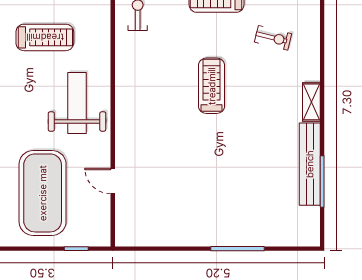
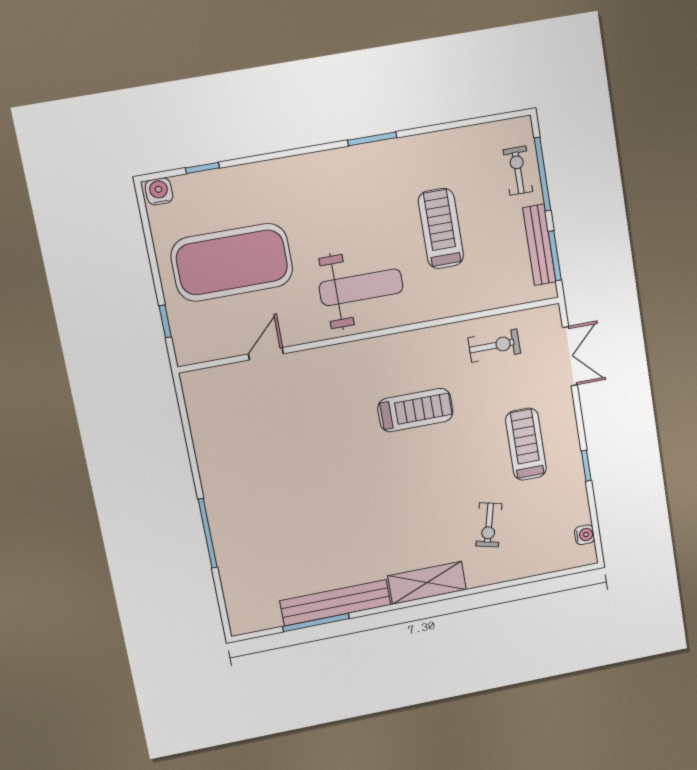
treadmill: (45, 37) -> (441, 229), turned 180
treadmill: (212, 86) -> (415, 410), moved
shelving: (311, 102) -> (427, 583), width x1.50, depth x1.33

